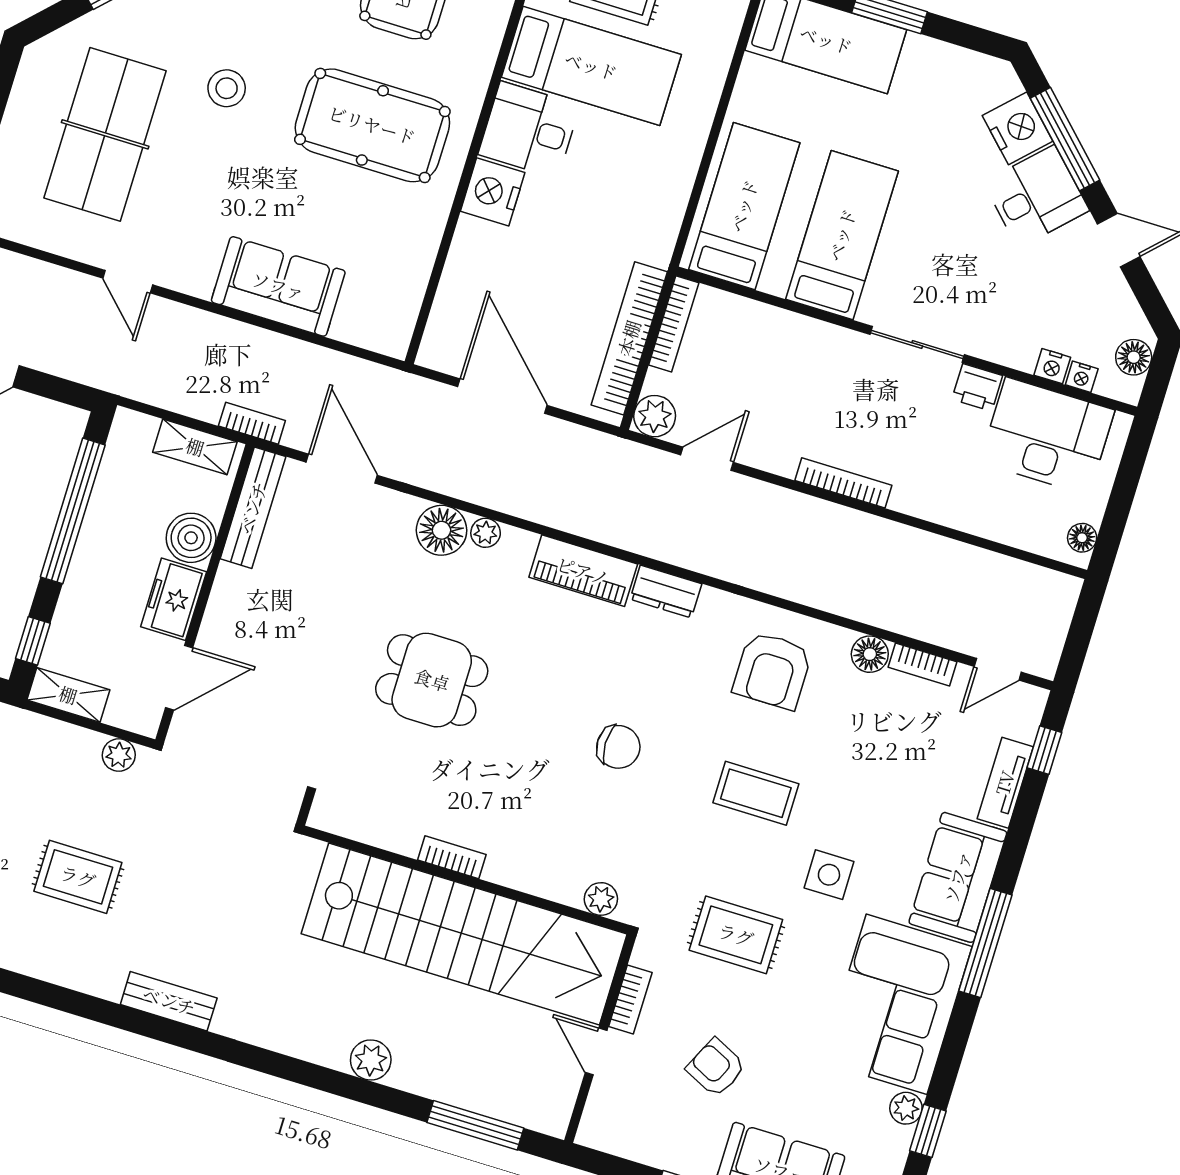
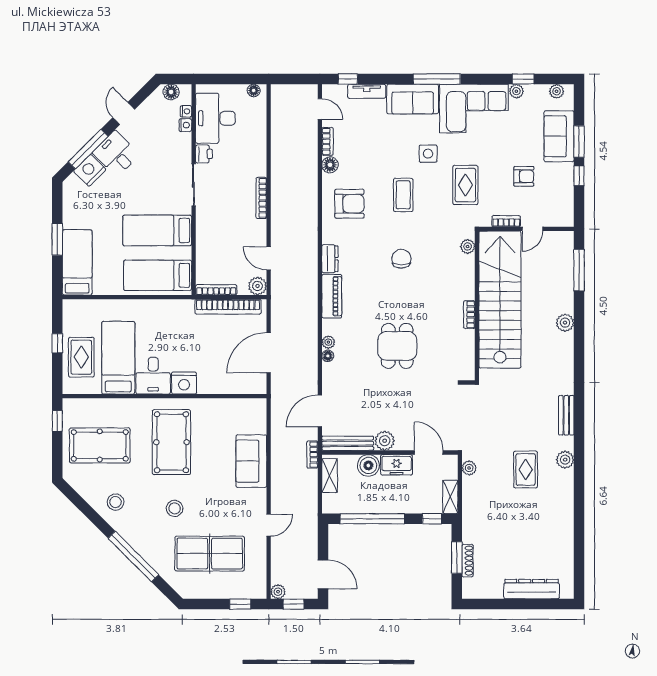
floor lamp: (442, 530) -> (328, 356), width x0.53, depth x0.53
plant: (234, 590) -> (385, 441), added
plant: (73, 969) -> (565, 460), added
armchair: (716, 1068) -> (524, 176), turned -116

